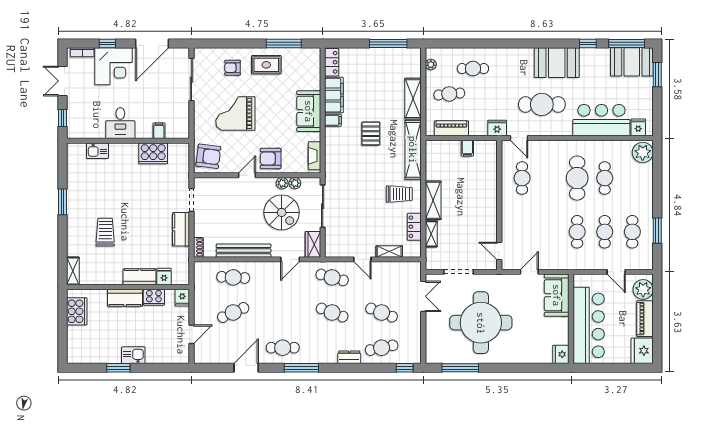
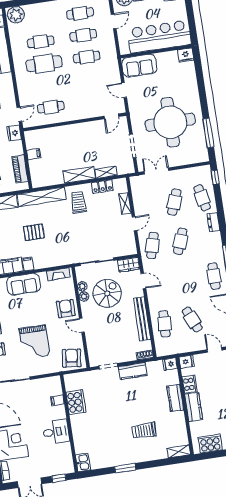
kitchen sink: (98, 151) -> (83, 462), moved
armchair: (271, 158) -> (66, 309), turned 180
fridge: (164, 277) -> (170, 364), moved

